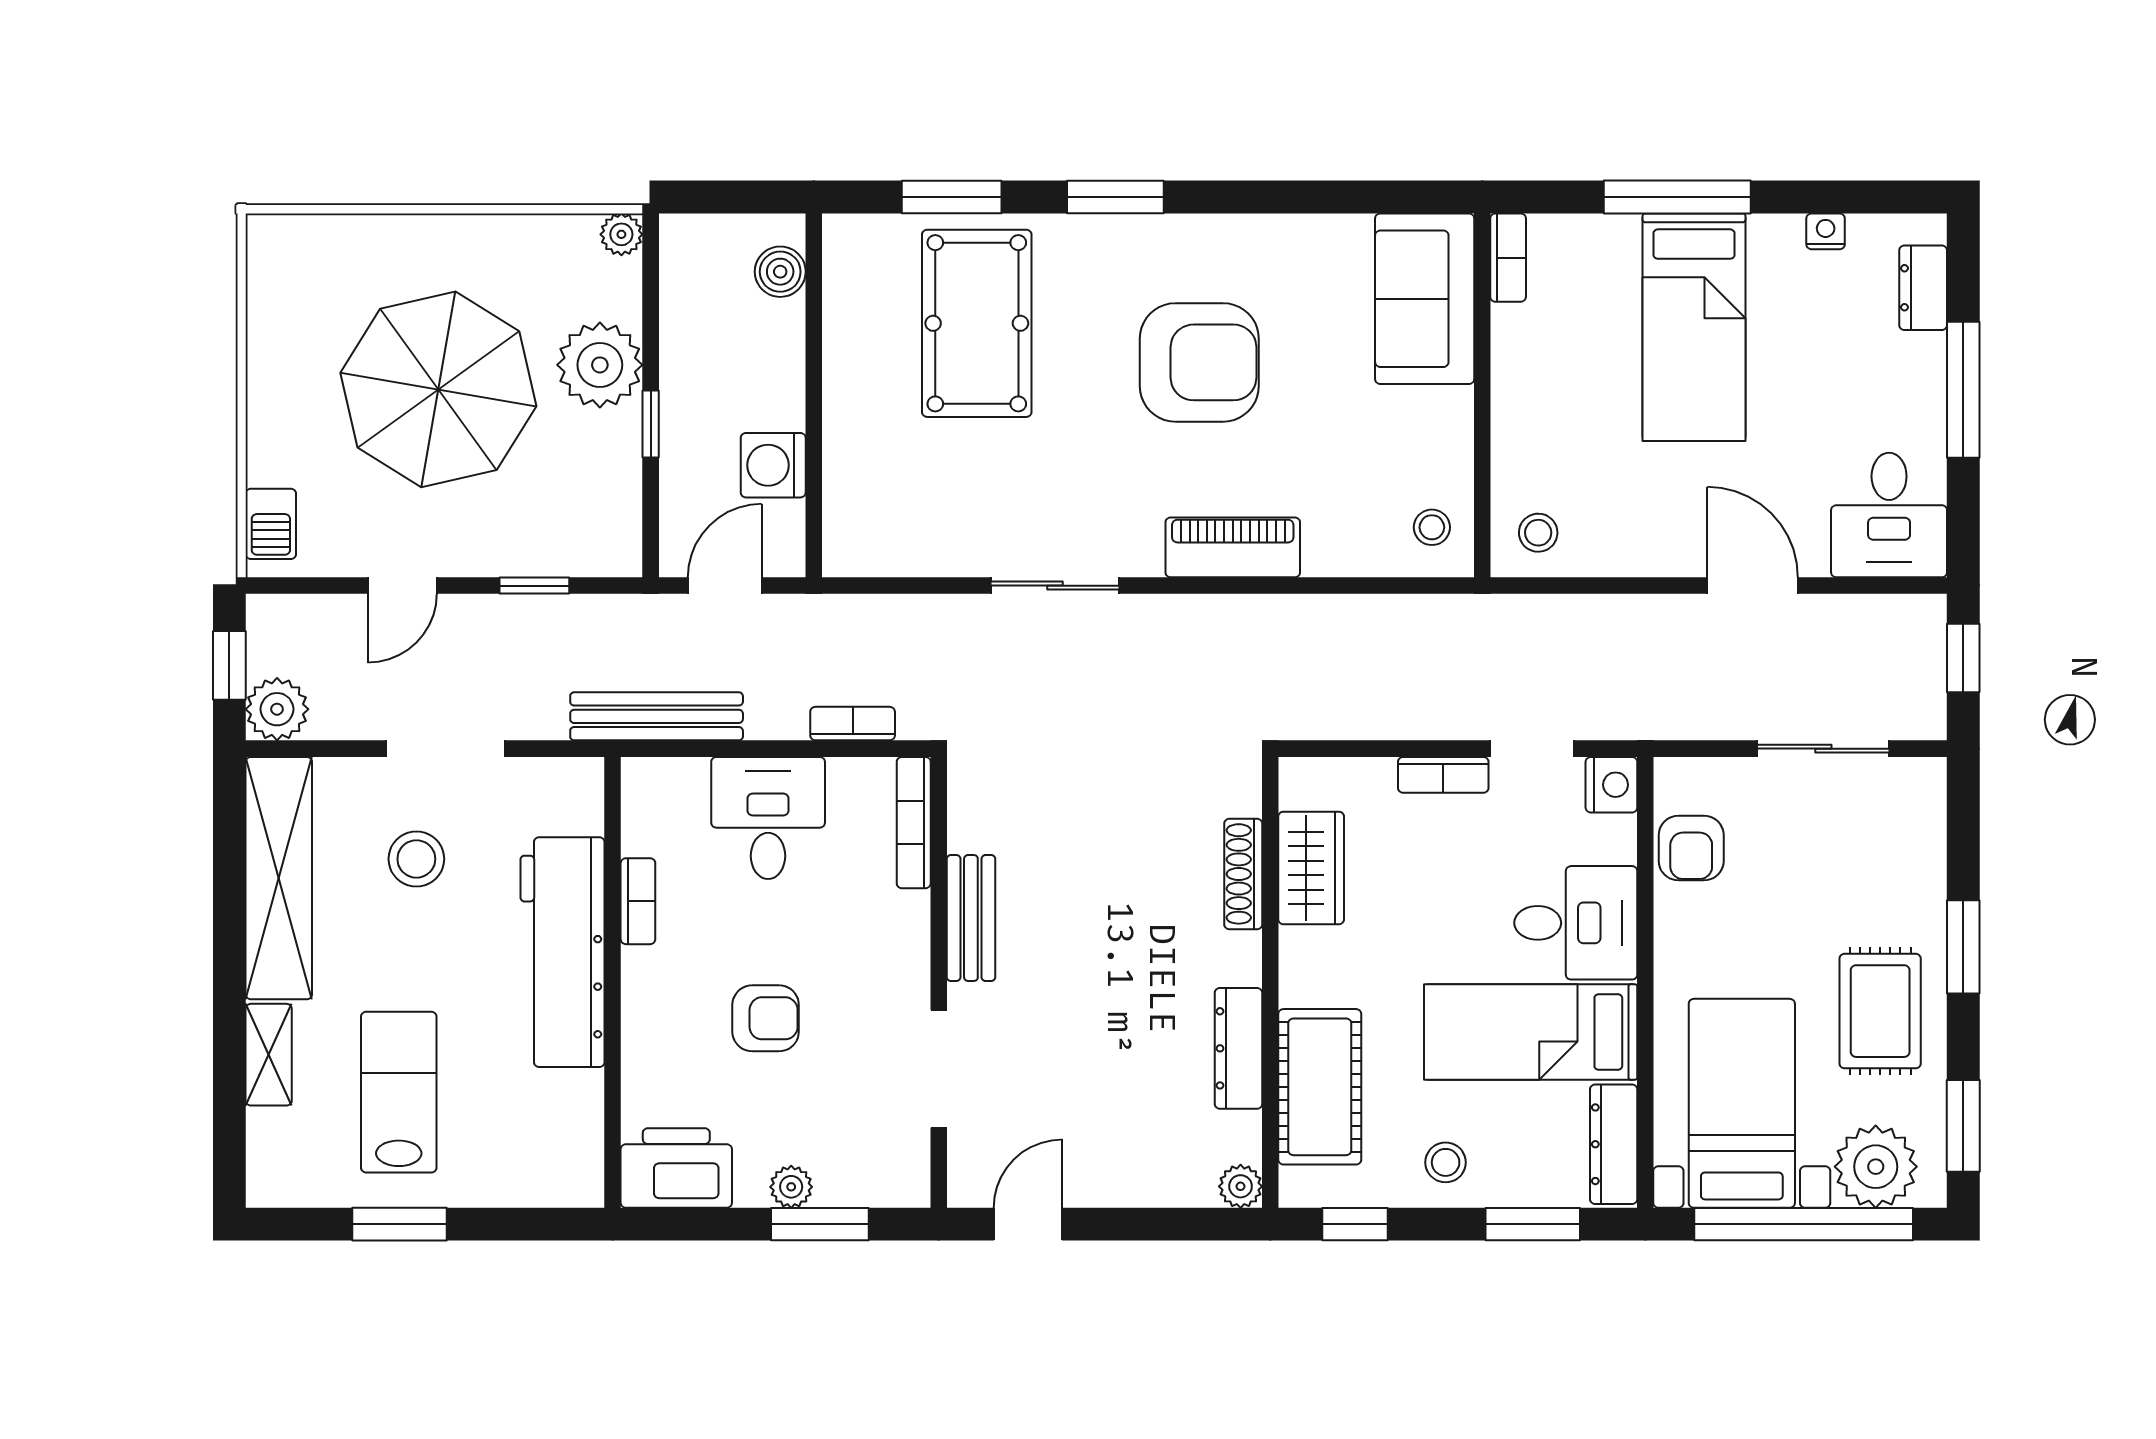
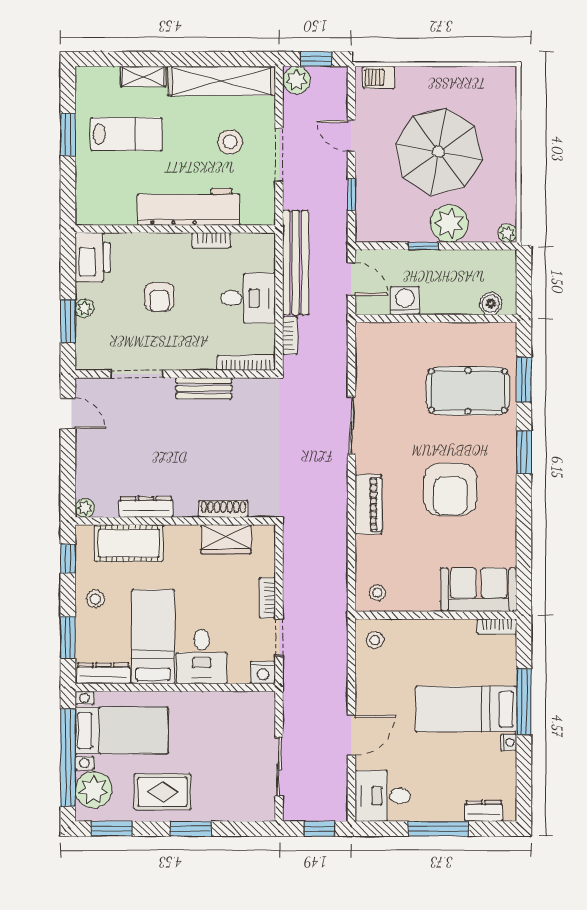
nightstand: (1826, 231) -> (509, 742), moved
bench: (657, 716) -> (296, 263), width x1.37, depth x1.21
armchair: (1691, 848) -> (235, 708), removed

